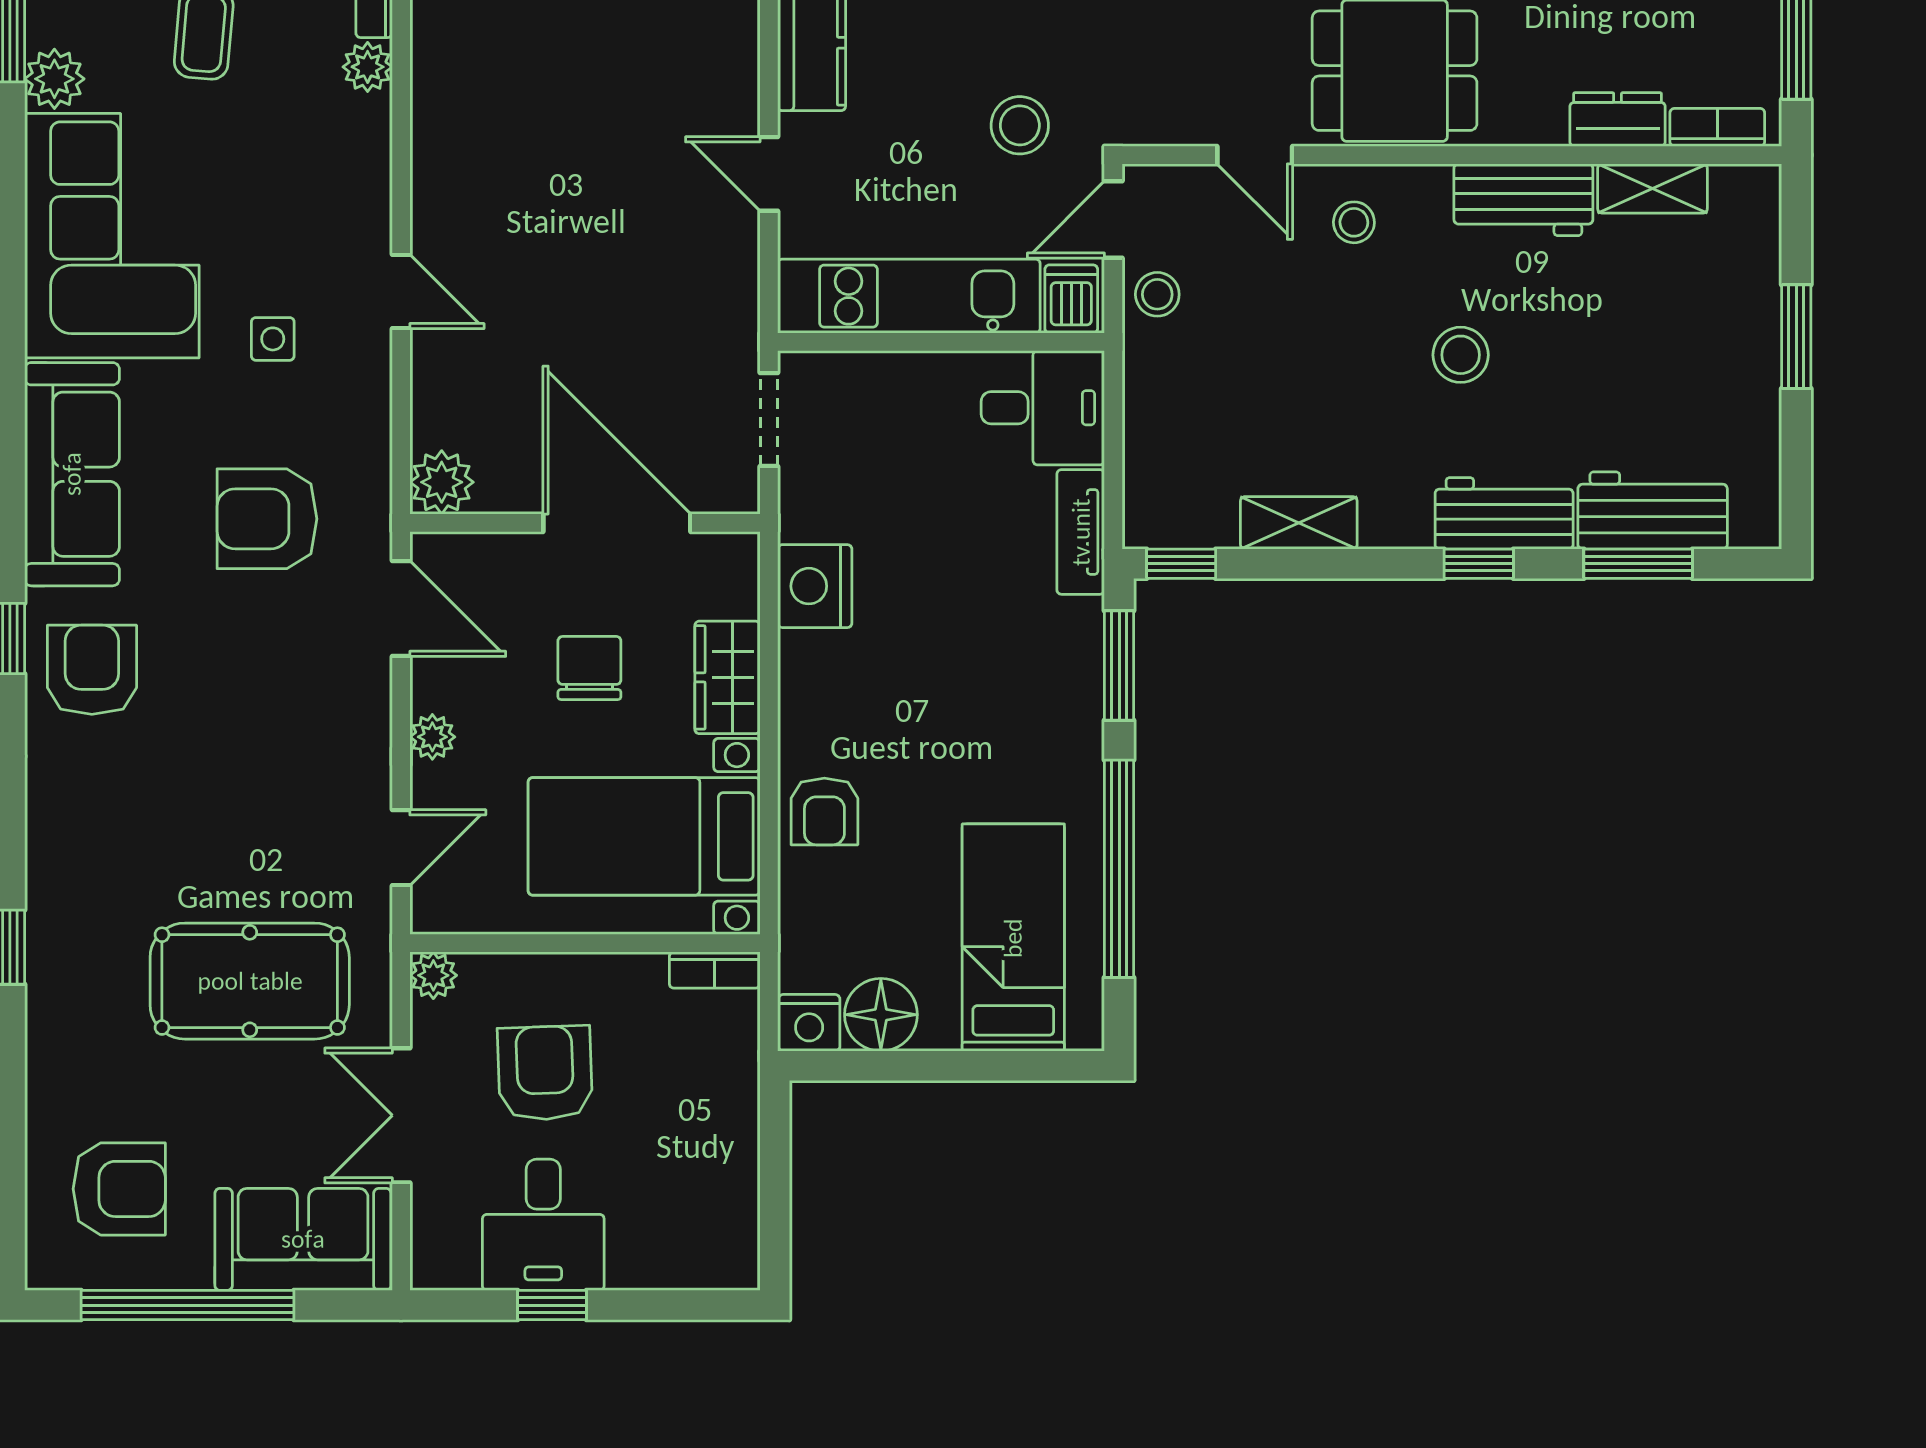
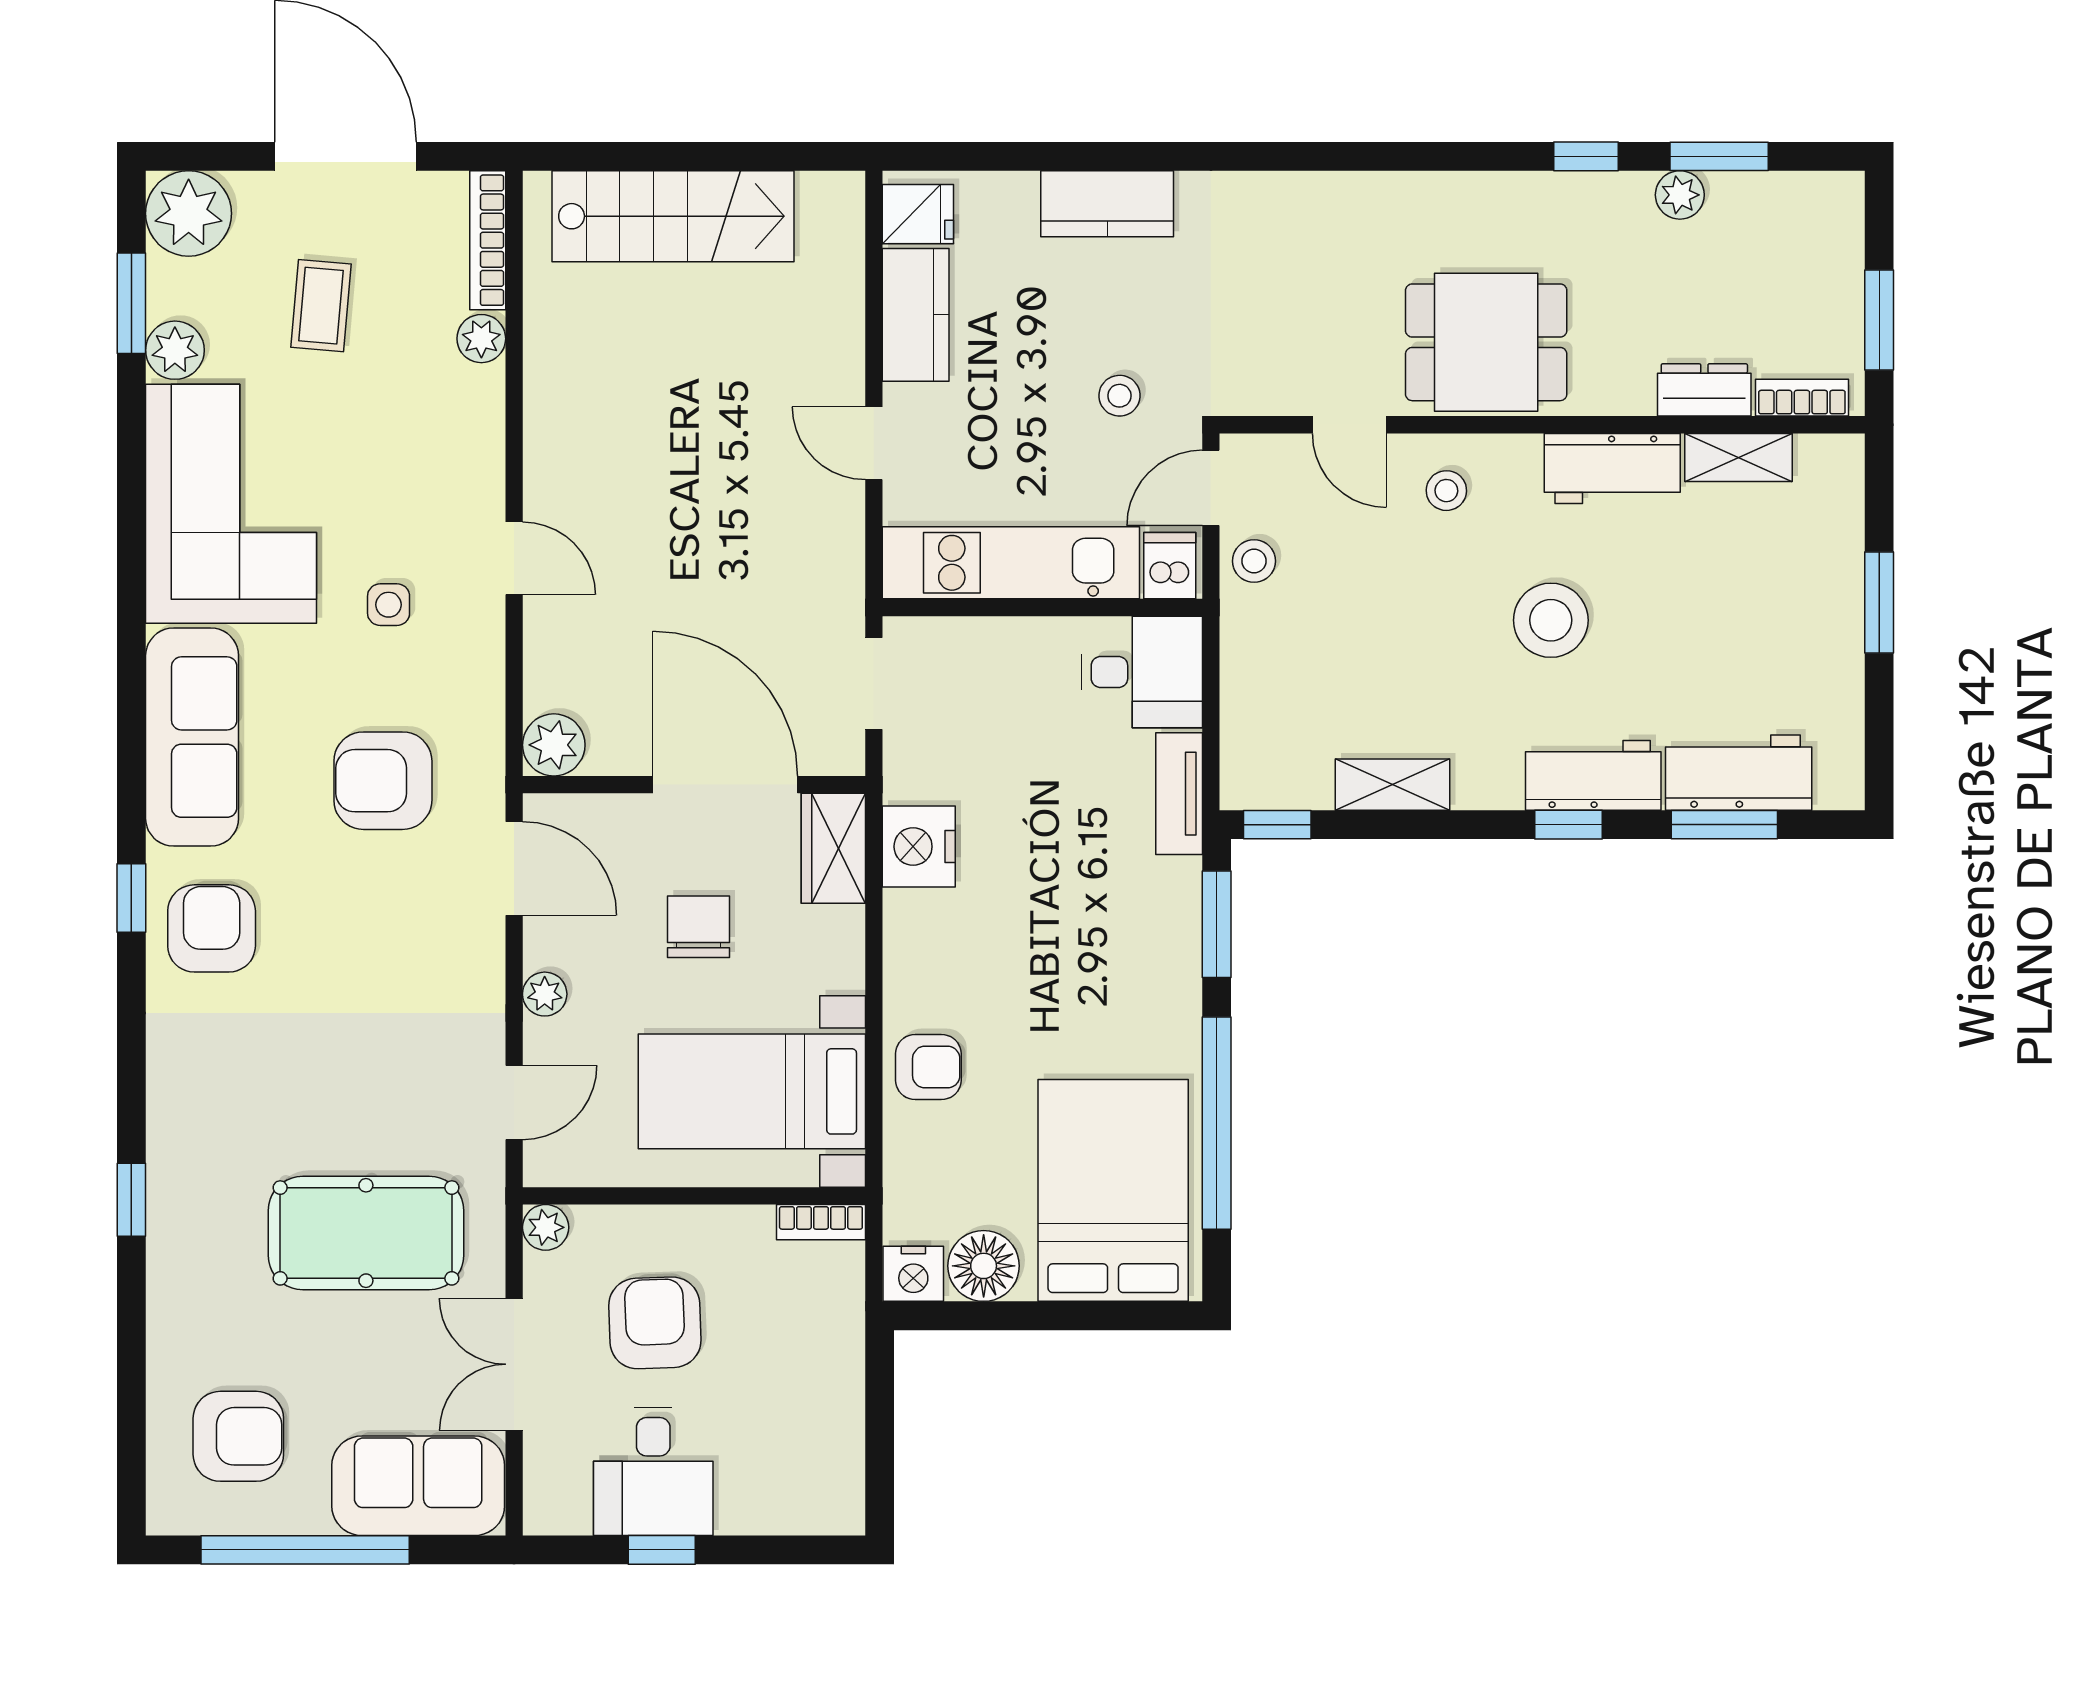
stool: (1020, 125) -> (1119, 396), width x0.73, depth x0.73
stool: (1461, 355) -> (1551, 620), width x1.38, depth x1.38
wardrobe: (727, 677) -> (833, 848), moved
armchair: (824, 811) -> (928, 1067), turned -90
bed: (1013, 938) -> (1113, 1190), width x1.50

